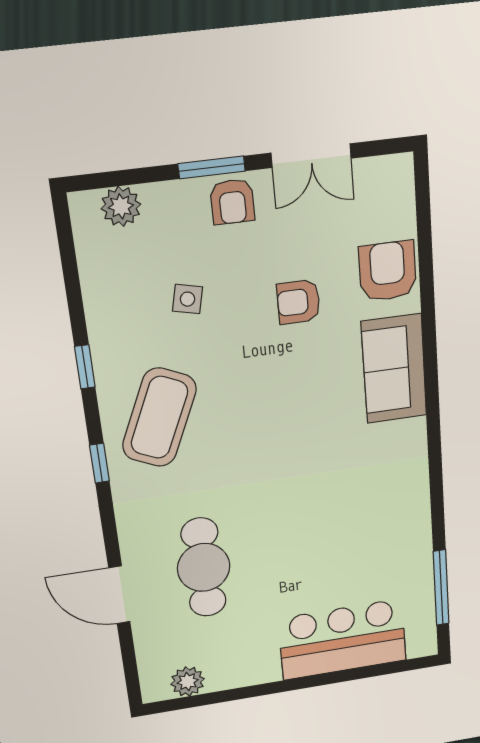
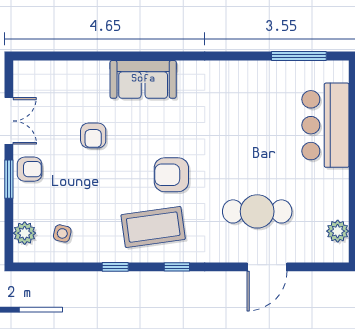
armchair: (388, 271) -> (171, 175), moved
side table: (188, 299) -> (62, 233), moved
coffee table: (159, 418) -> (153, 227), turned -32

